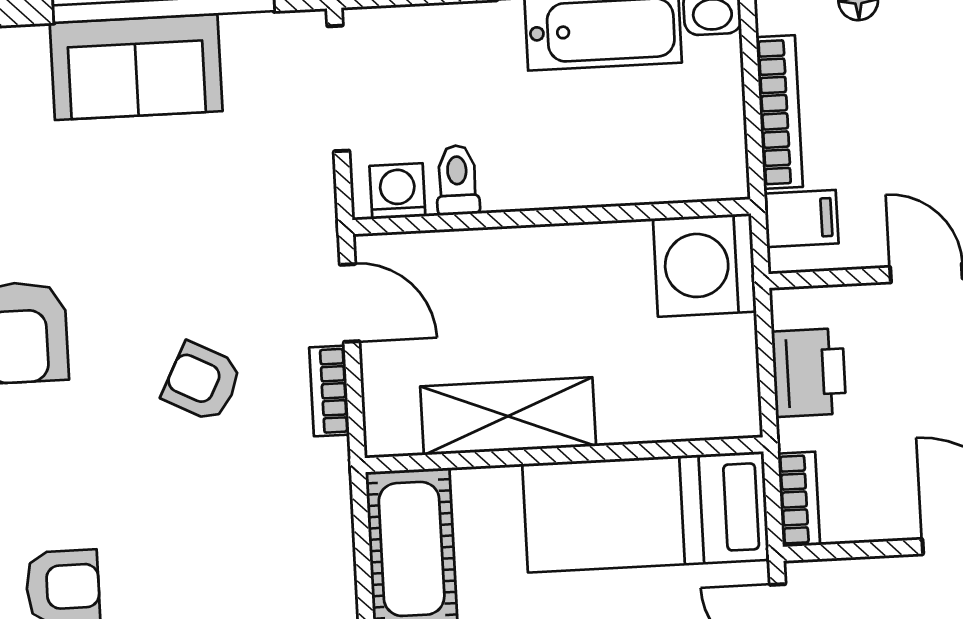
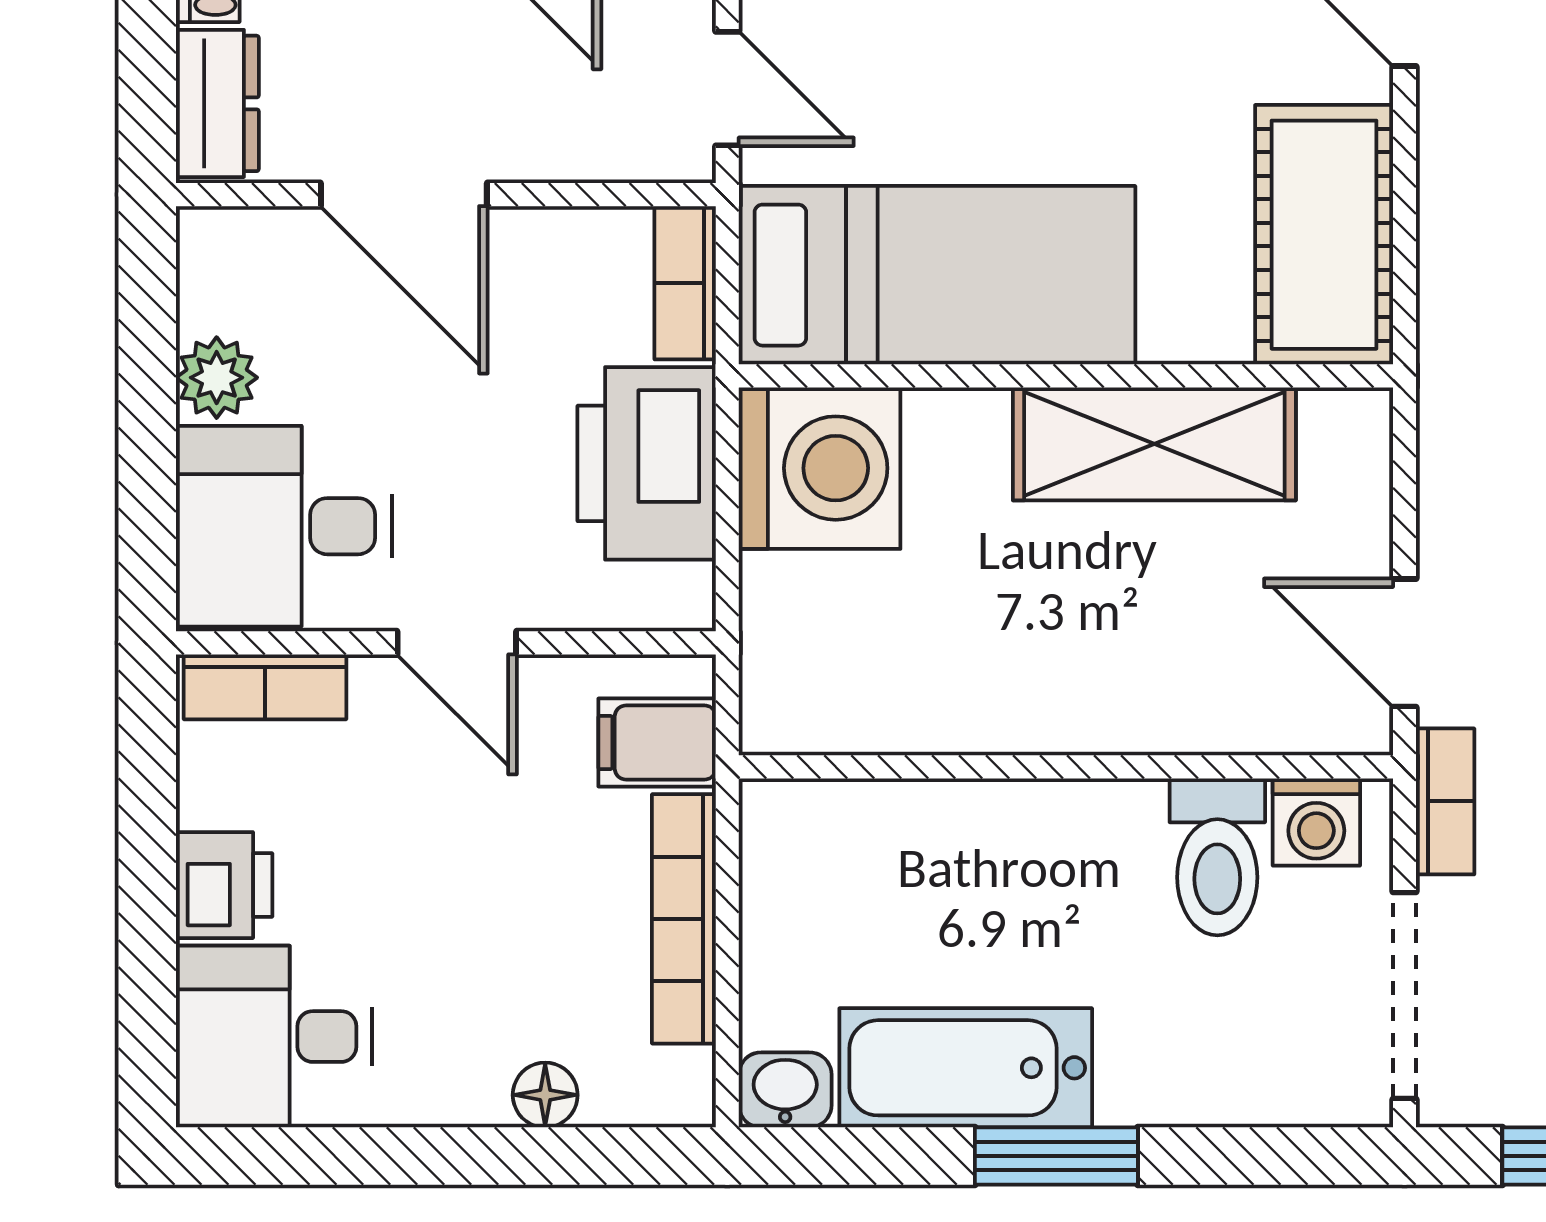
toilet: (457, 180) -> (1217, 857), width x1.37, depth x1.39
washing machine: (705, 265) -> (820, 468), moved
printer: (809, 373) -> (647, 463), width x1.37, depth x1.19
bookcase: (329, 391) -> (1445, 801), moved

